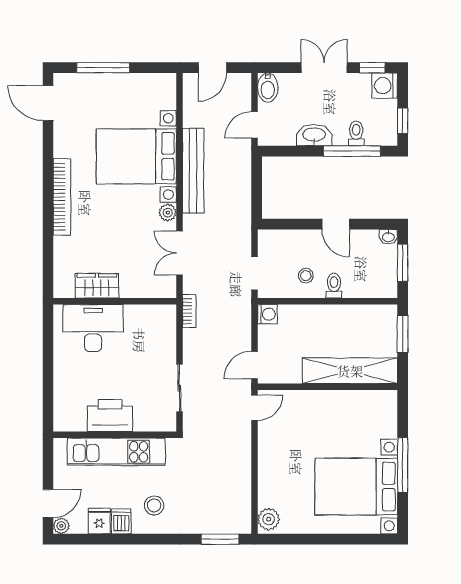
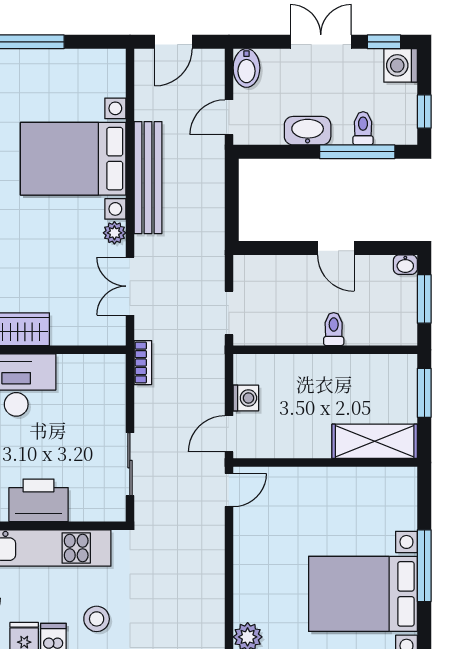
stool: (306, 276) -> (297, 316), removed
washing machine: (267, 314) -> (246, 398), moved
shelving: (350, 371) -> (375, 441), width x0.68

